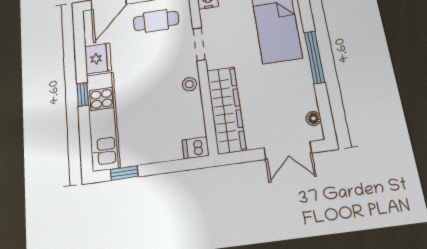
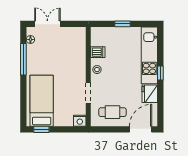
window: (315, 57) -> (23, 59), moved
wardrobe: (226, 110) -> (78, 51), removed
dishwasher: (196, 148) -> (98, 52), moved
window: (124, 173) -> (122, 24), moved

